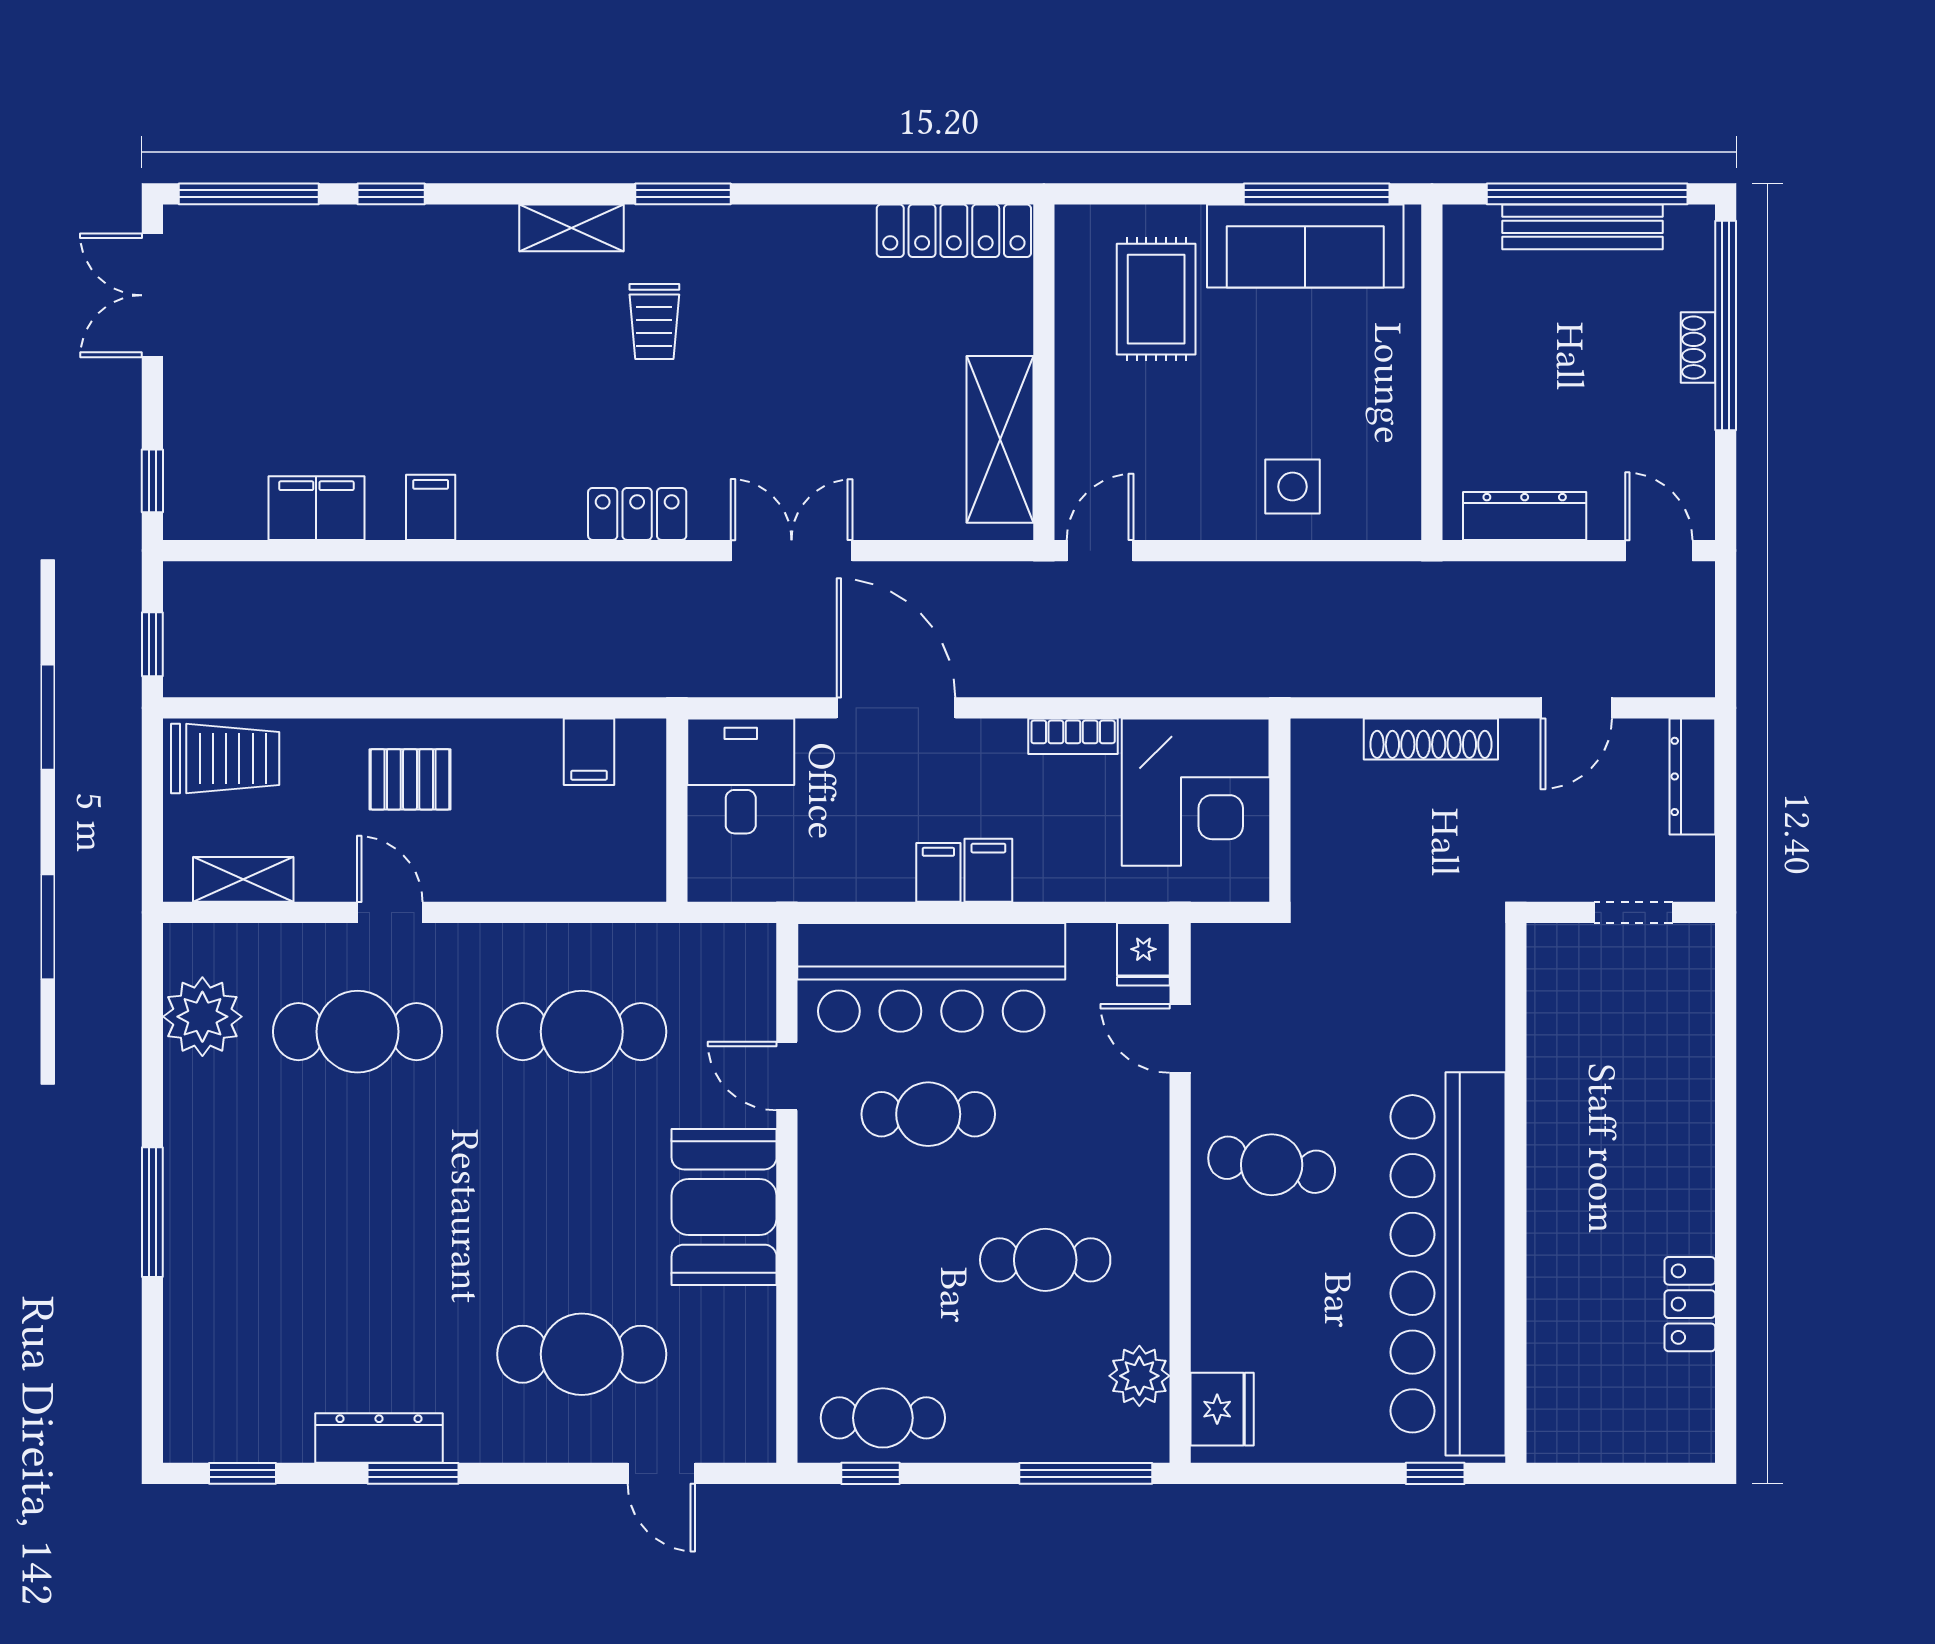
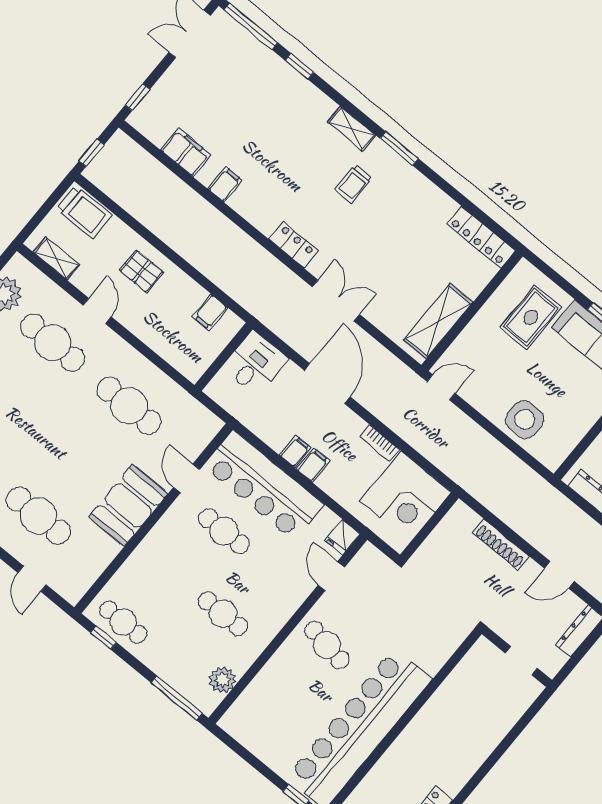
side table: (1292, 487) -> (525, 420), width x1.37, depth x1.37
fridge: (1222, 1409) -> (241, 714), removed

